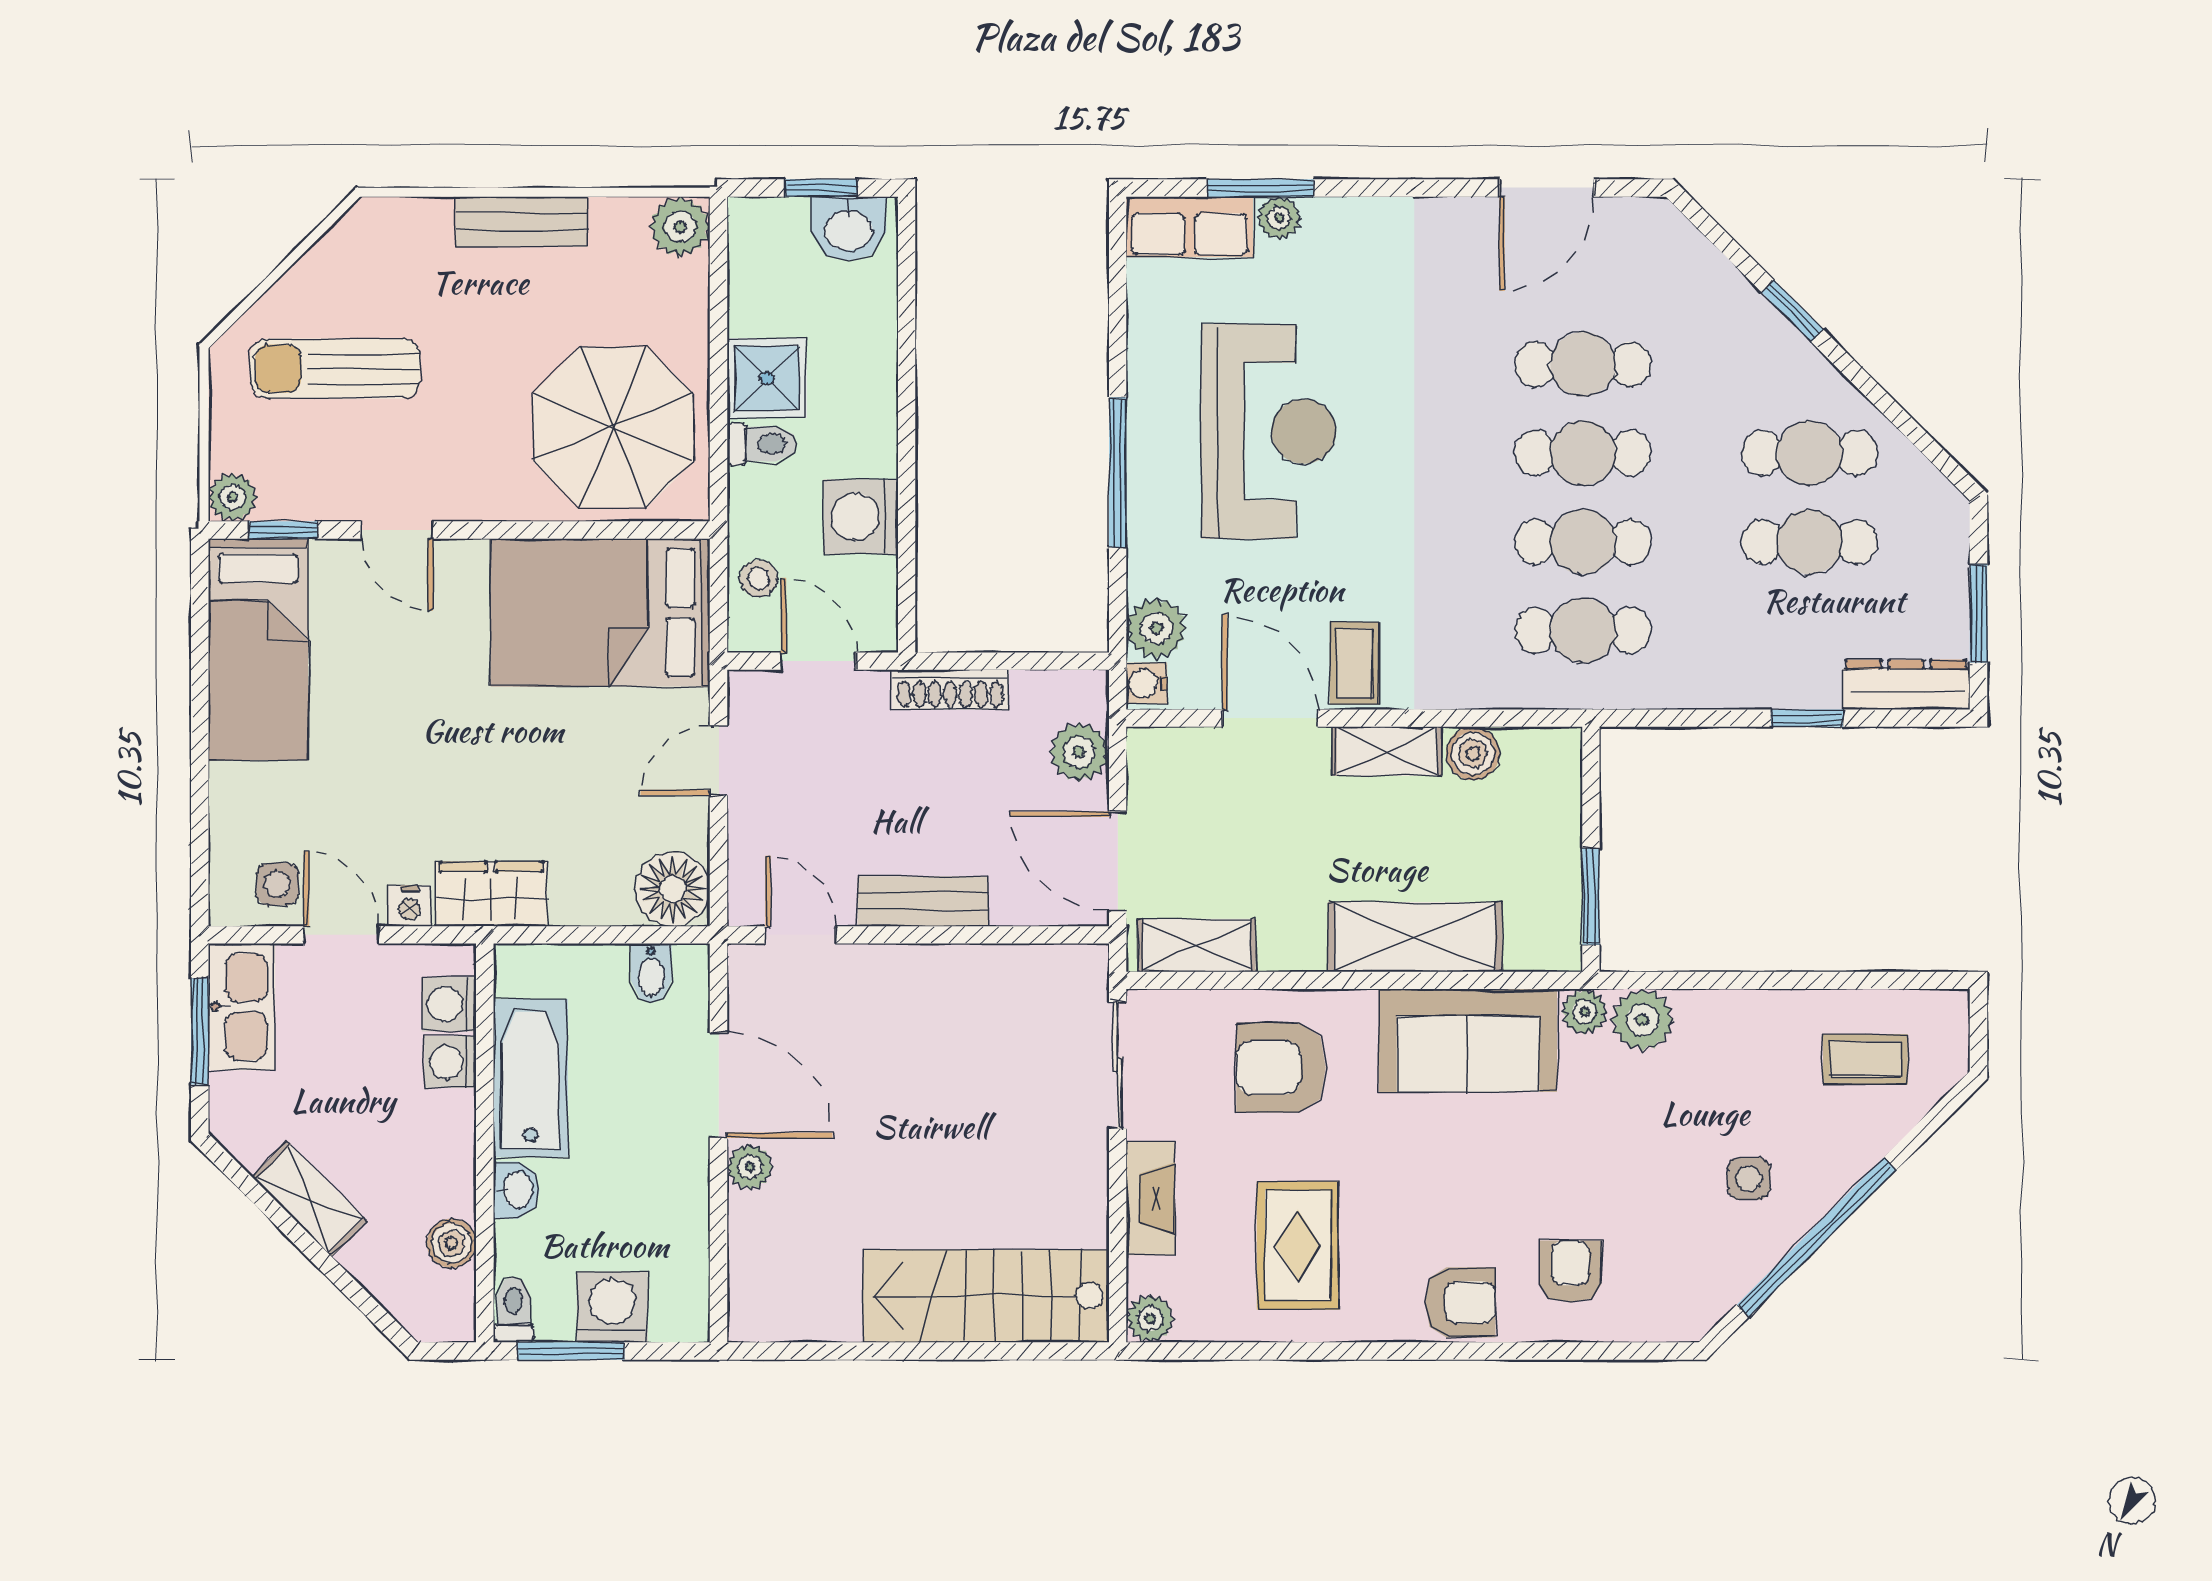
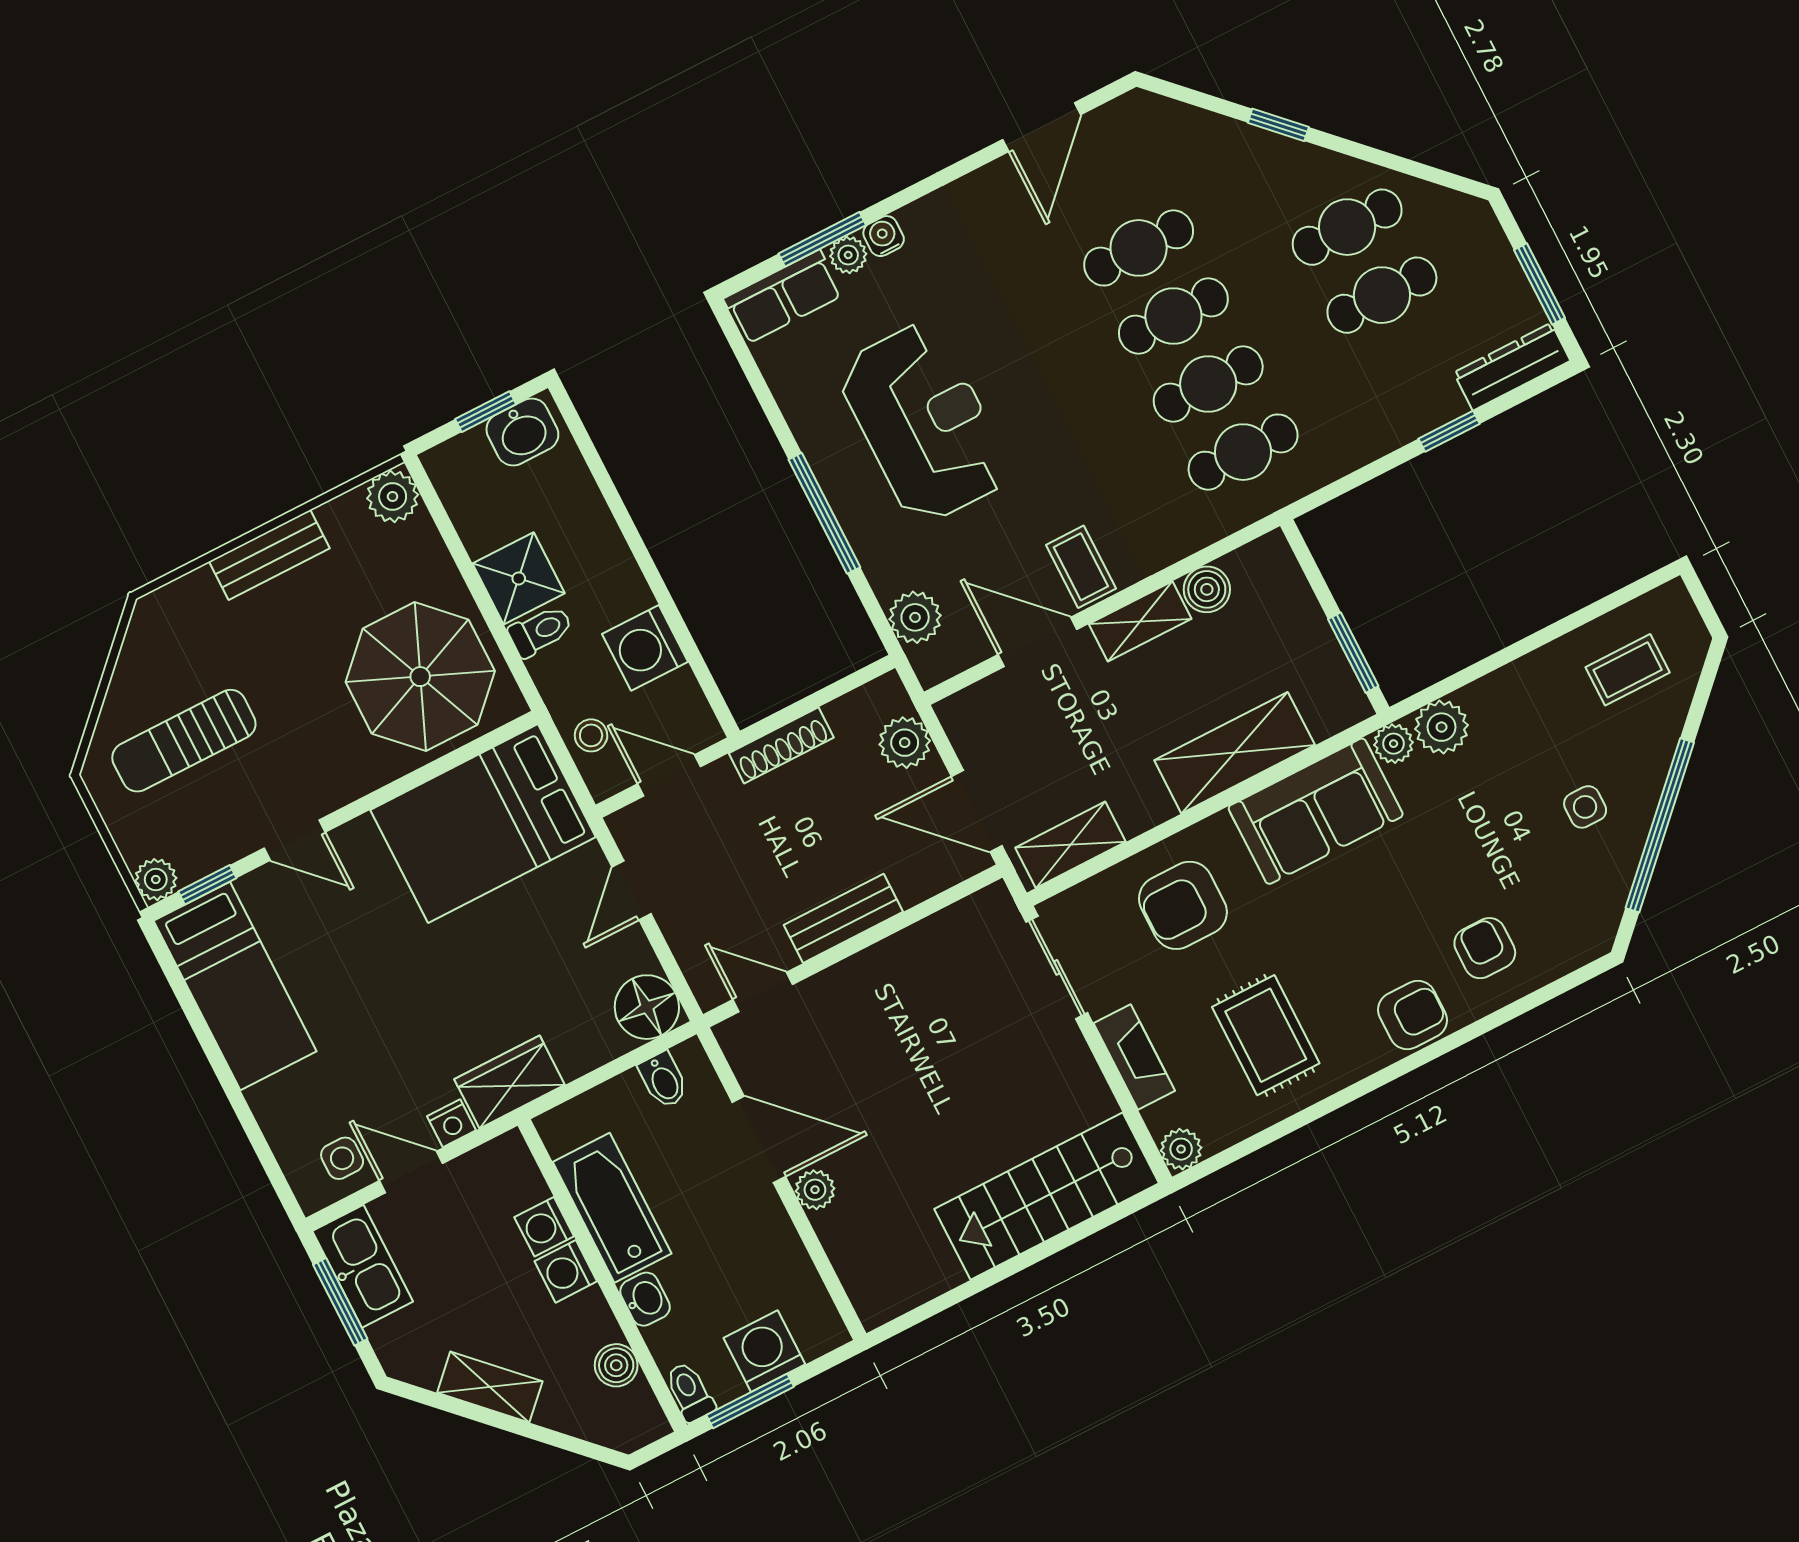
water cooler: (1147, 683) -> (884, 236), moved, turned 90
washing machine: (449, 1004) -> (566, 1271), moved

